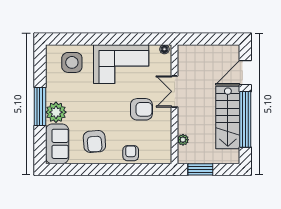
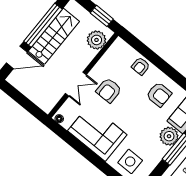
armchair: (141, 109) -> (109, 90), turned -90
plant: (183, 140) -> (97, 40), width x1.87, depth x1.87
armchair: (94, 141) -> (159, 95), turned 94

